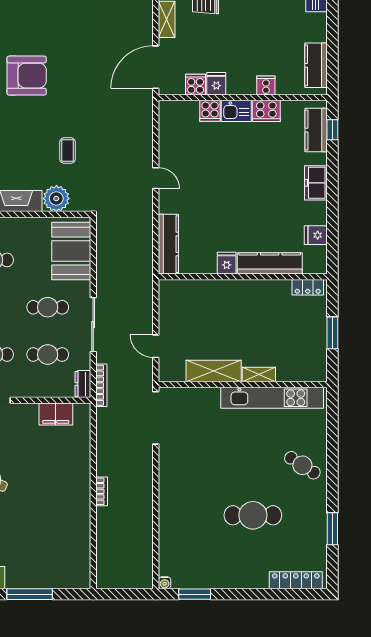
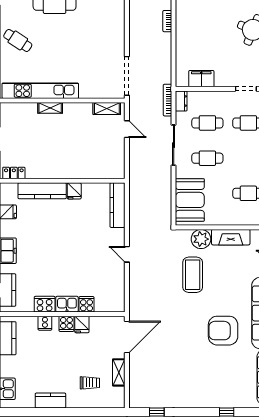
cooker: (196, 85) -> (66, 324), moved
coffee table: (68, 151) -> (193, 275), width x1.86, depth x1.72
shelving: (214, 371) -> (107, 109), moved, width x0.67, depth x0.75

